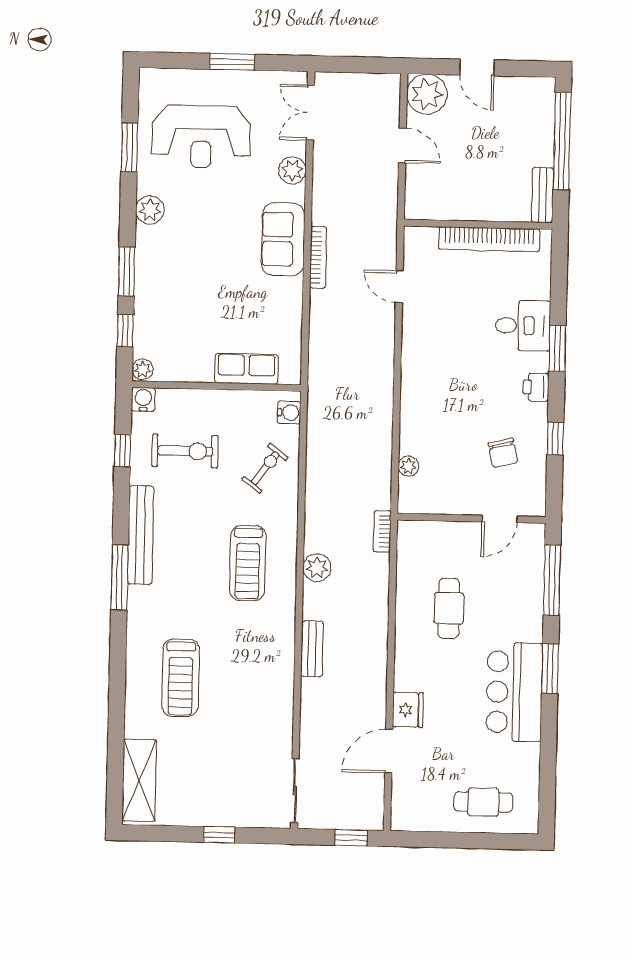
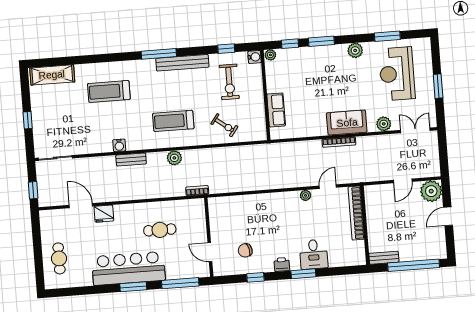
bookcase: (489, 239) -> (356, 213), moved
water cooler: (289, 413) -> (119, 145), moved
plant: (408, 466) -> (306, 195), moved
bar counter: (514, 692) -> (128, 268), width x1.36

